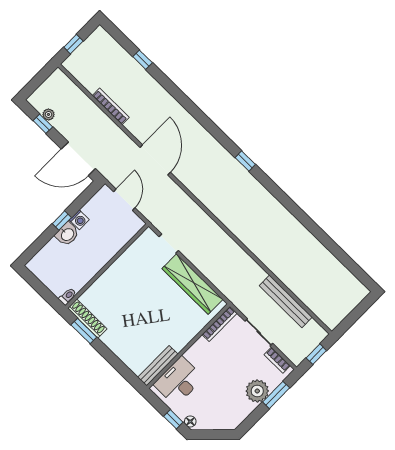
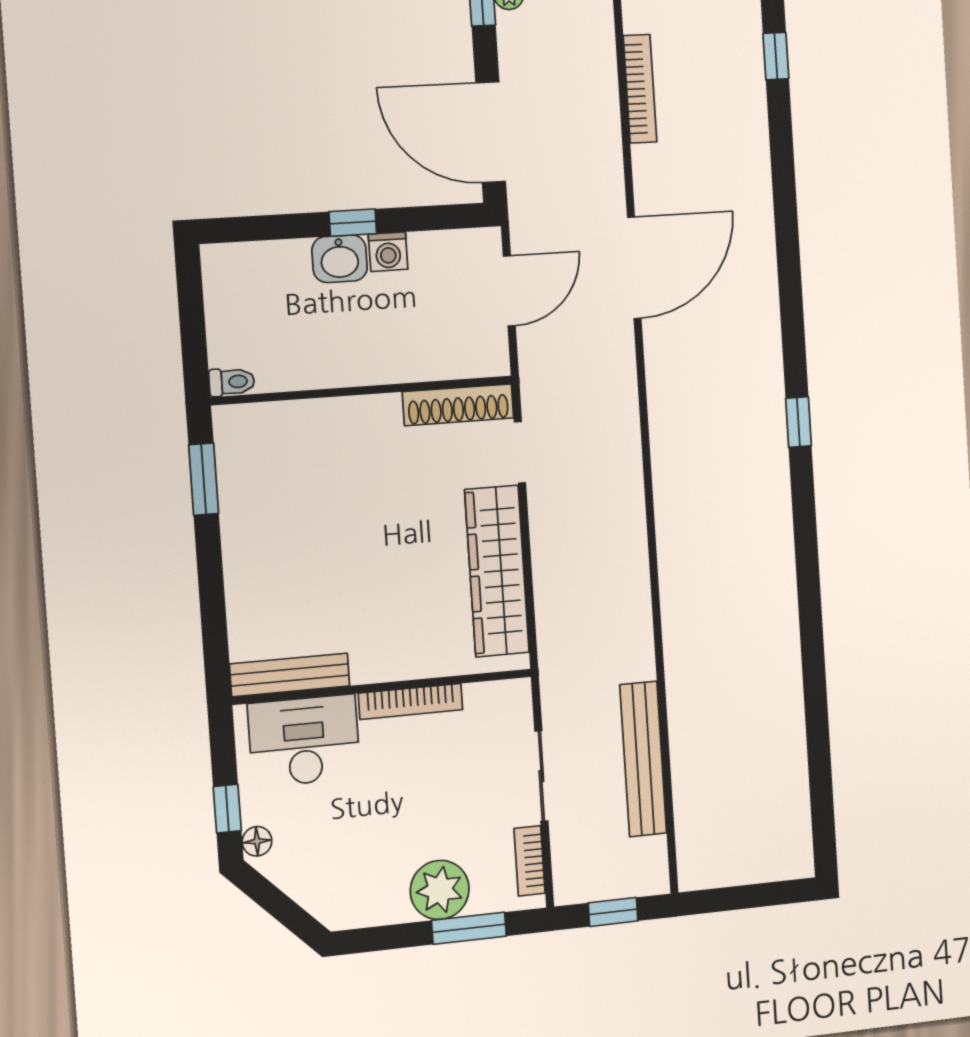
shoe rack: (87, 319) -> (458, 405), moved, turned 90
bookcase: (219, 324) -> (411, 702), moved

